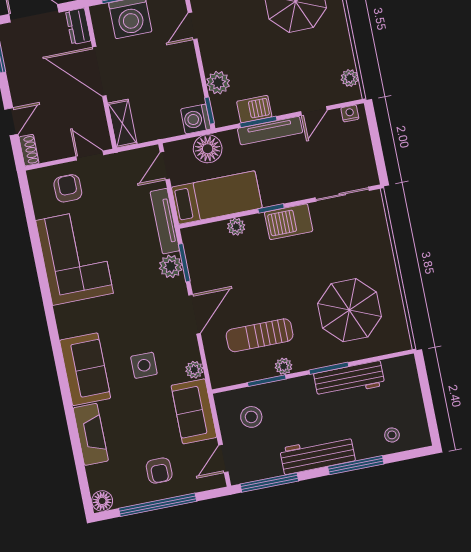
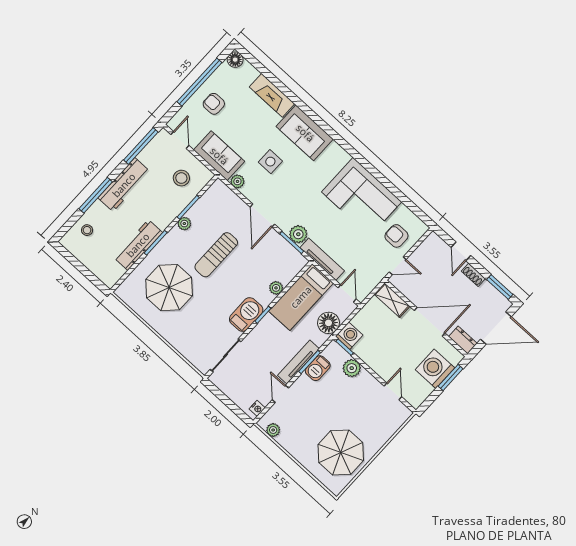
shoe rack: (29, 150) -> (473, 275), moved
armchair: (68, 188) -> (396, 236), turned 180
sun lounger: (260, 335) -> (216, 255), moved, turned 180

